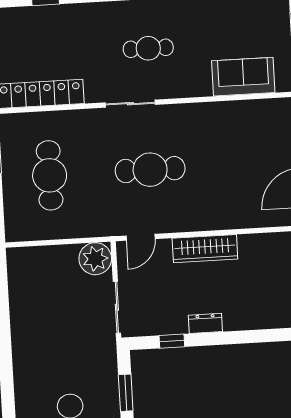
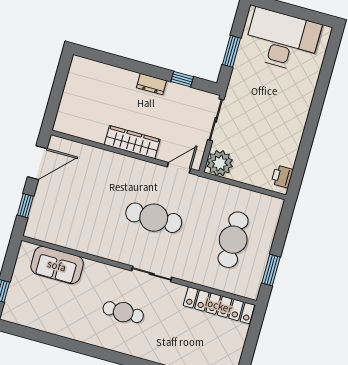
printer: (18, 268) -> (282, 177), added

